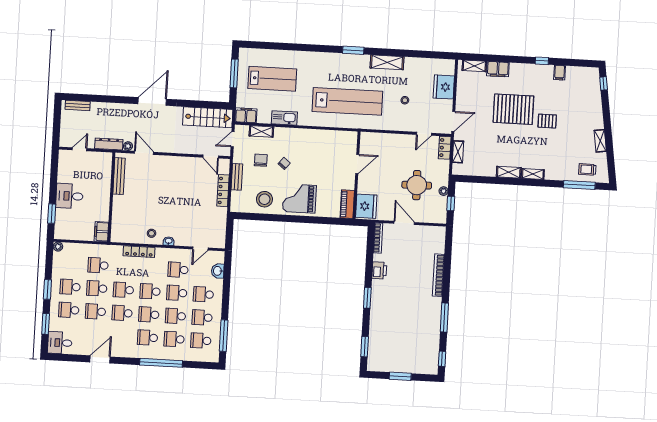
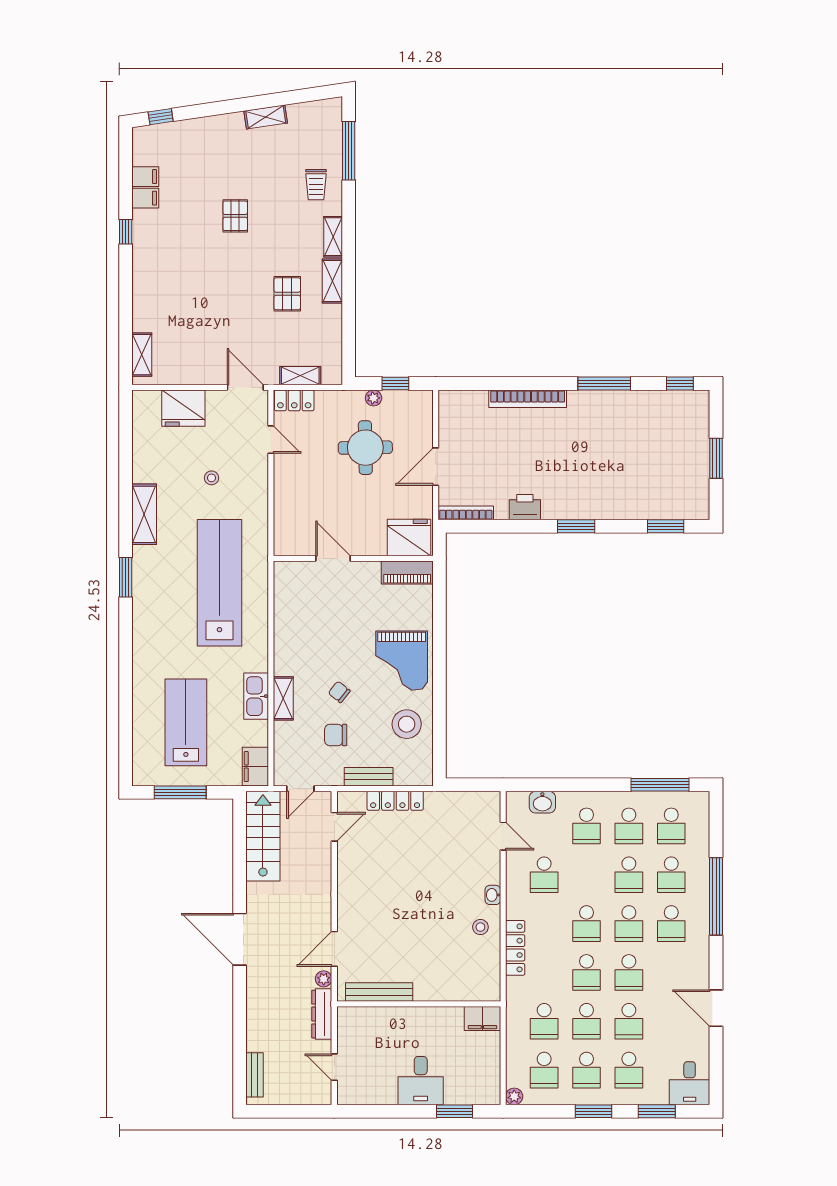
filing cabinet: (498, 69) -> (145, 177), moved, width x0.50
pallet: (513, 109) -> (287, 294), moved, width x0.49, depth x0.50
shelving: (261, 131) -> (283, 698), moved
door: (233, 139) -> (300, 789), hinge flipped
trolley: (587, 169) -> (316, 185), moved
school desk: (177, 293) -> (544, 1070), moved

